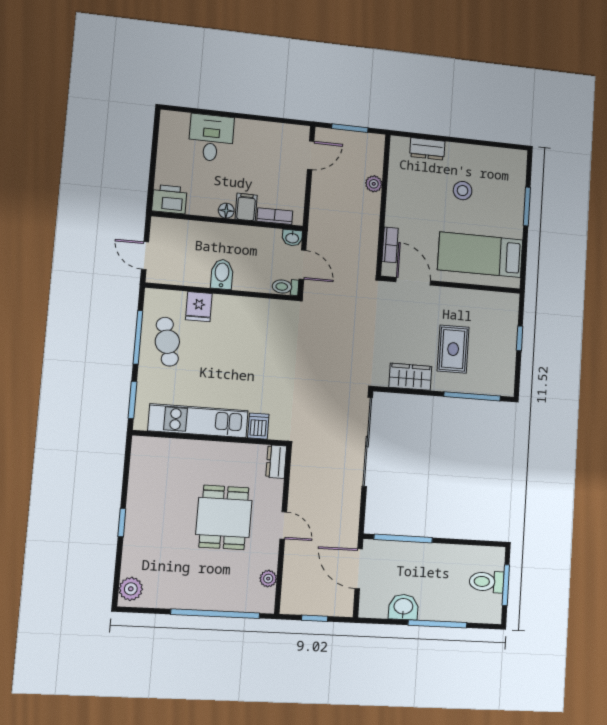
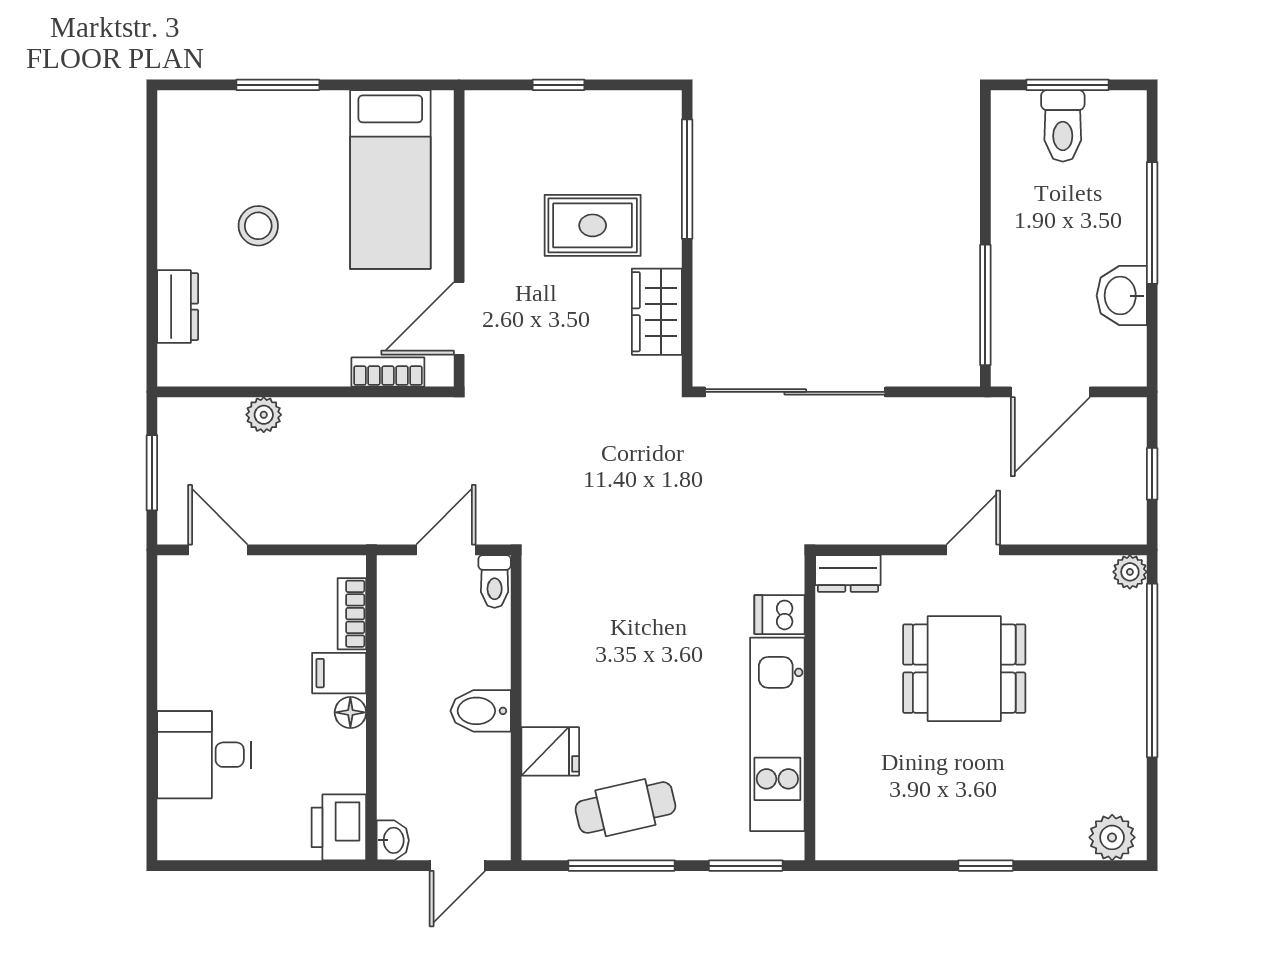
washbasin: (292, 238) -> (393, 840), moved
plant: (268, 579) -> (1130, 572), moved

